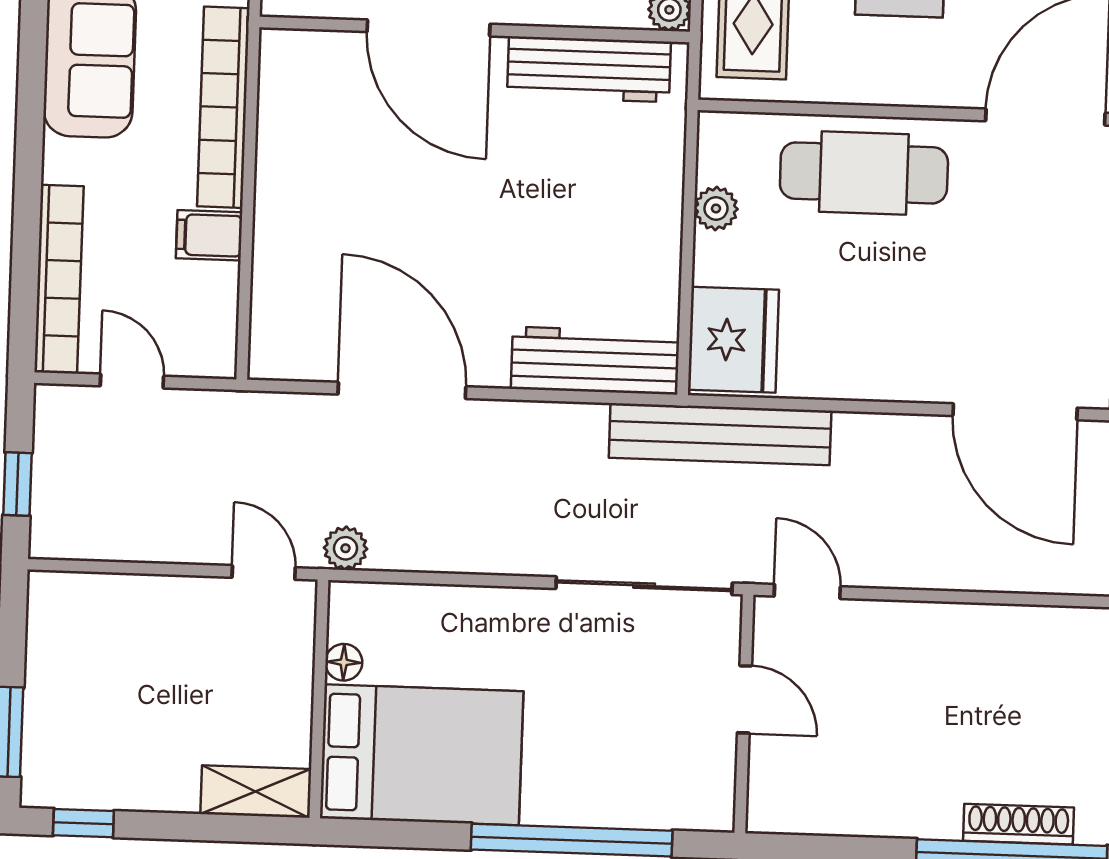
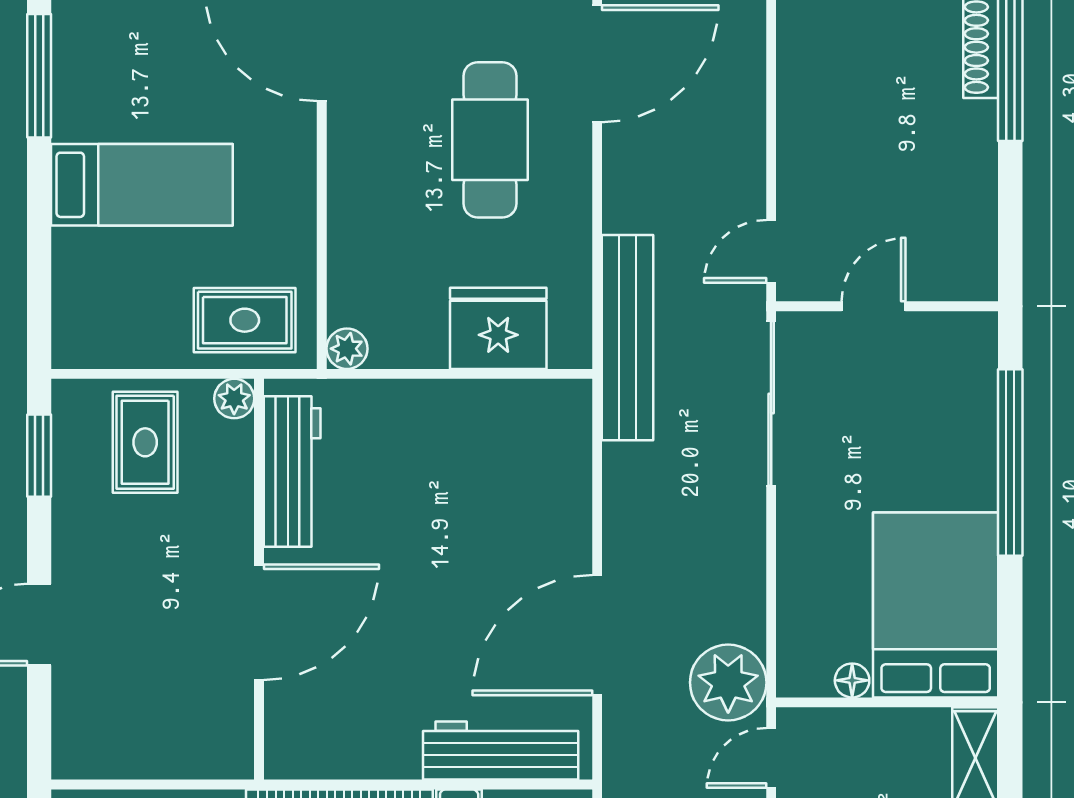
cafe table: (864, 173) -> (490, 140), moved
plant: (716, 208) -> (347, 349), moved
fridge: (733, 340) -> (498, 328), moved
workbench: (595, 361) -> (501, 751), moved, turned 90
plant: (346, 548) -> (728, 682), width x1.88, depth x1.88

